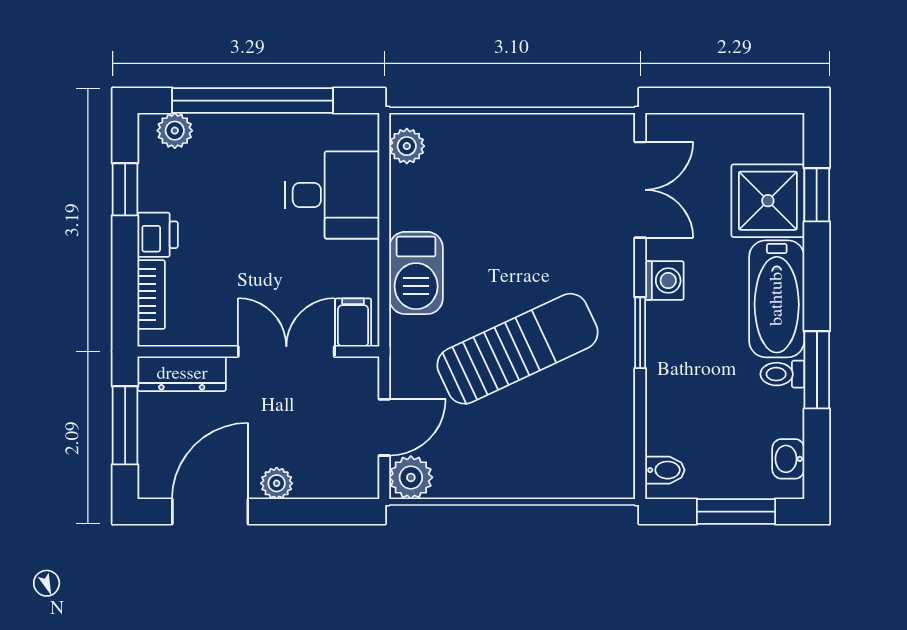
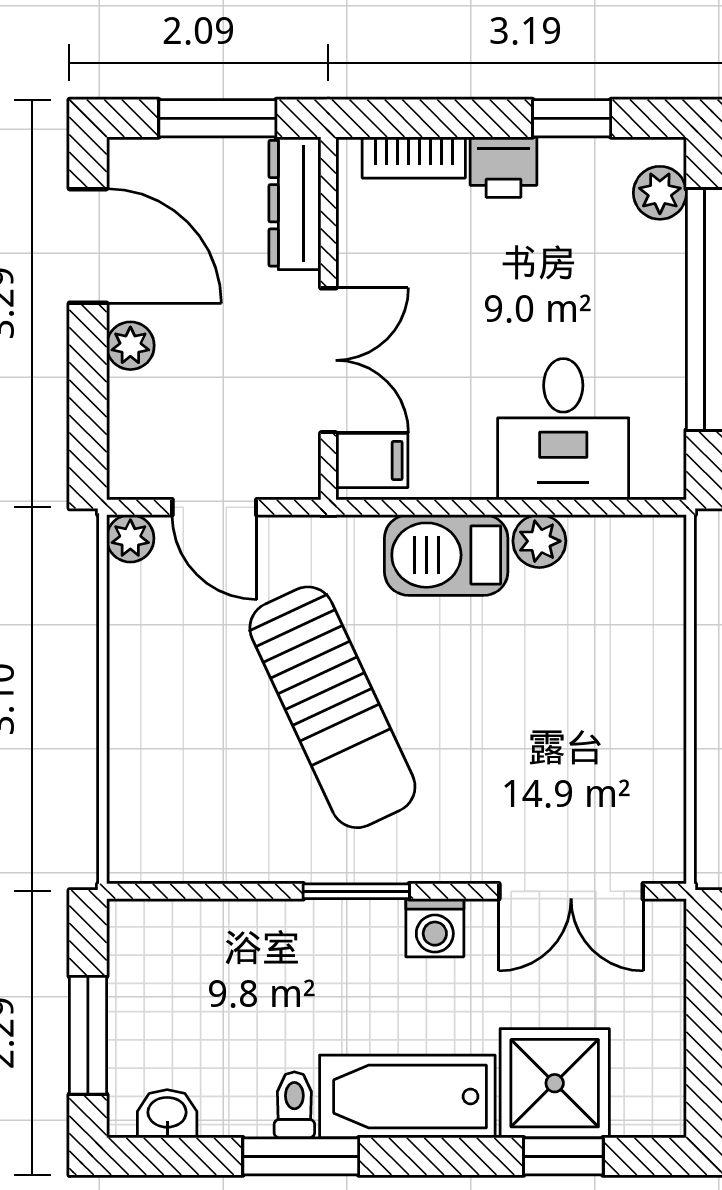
plant: (407, 146) -> (539, 541), moved
bidet: (665, 470) -> (150, 928), removed
plant: (411, 477) -> (130, 538), width x0.73, depth x0.73

